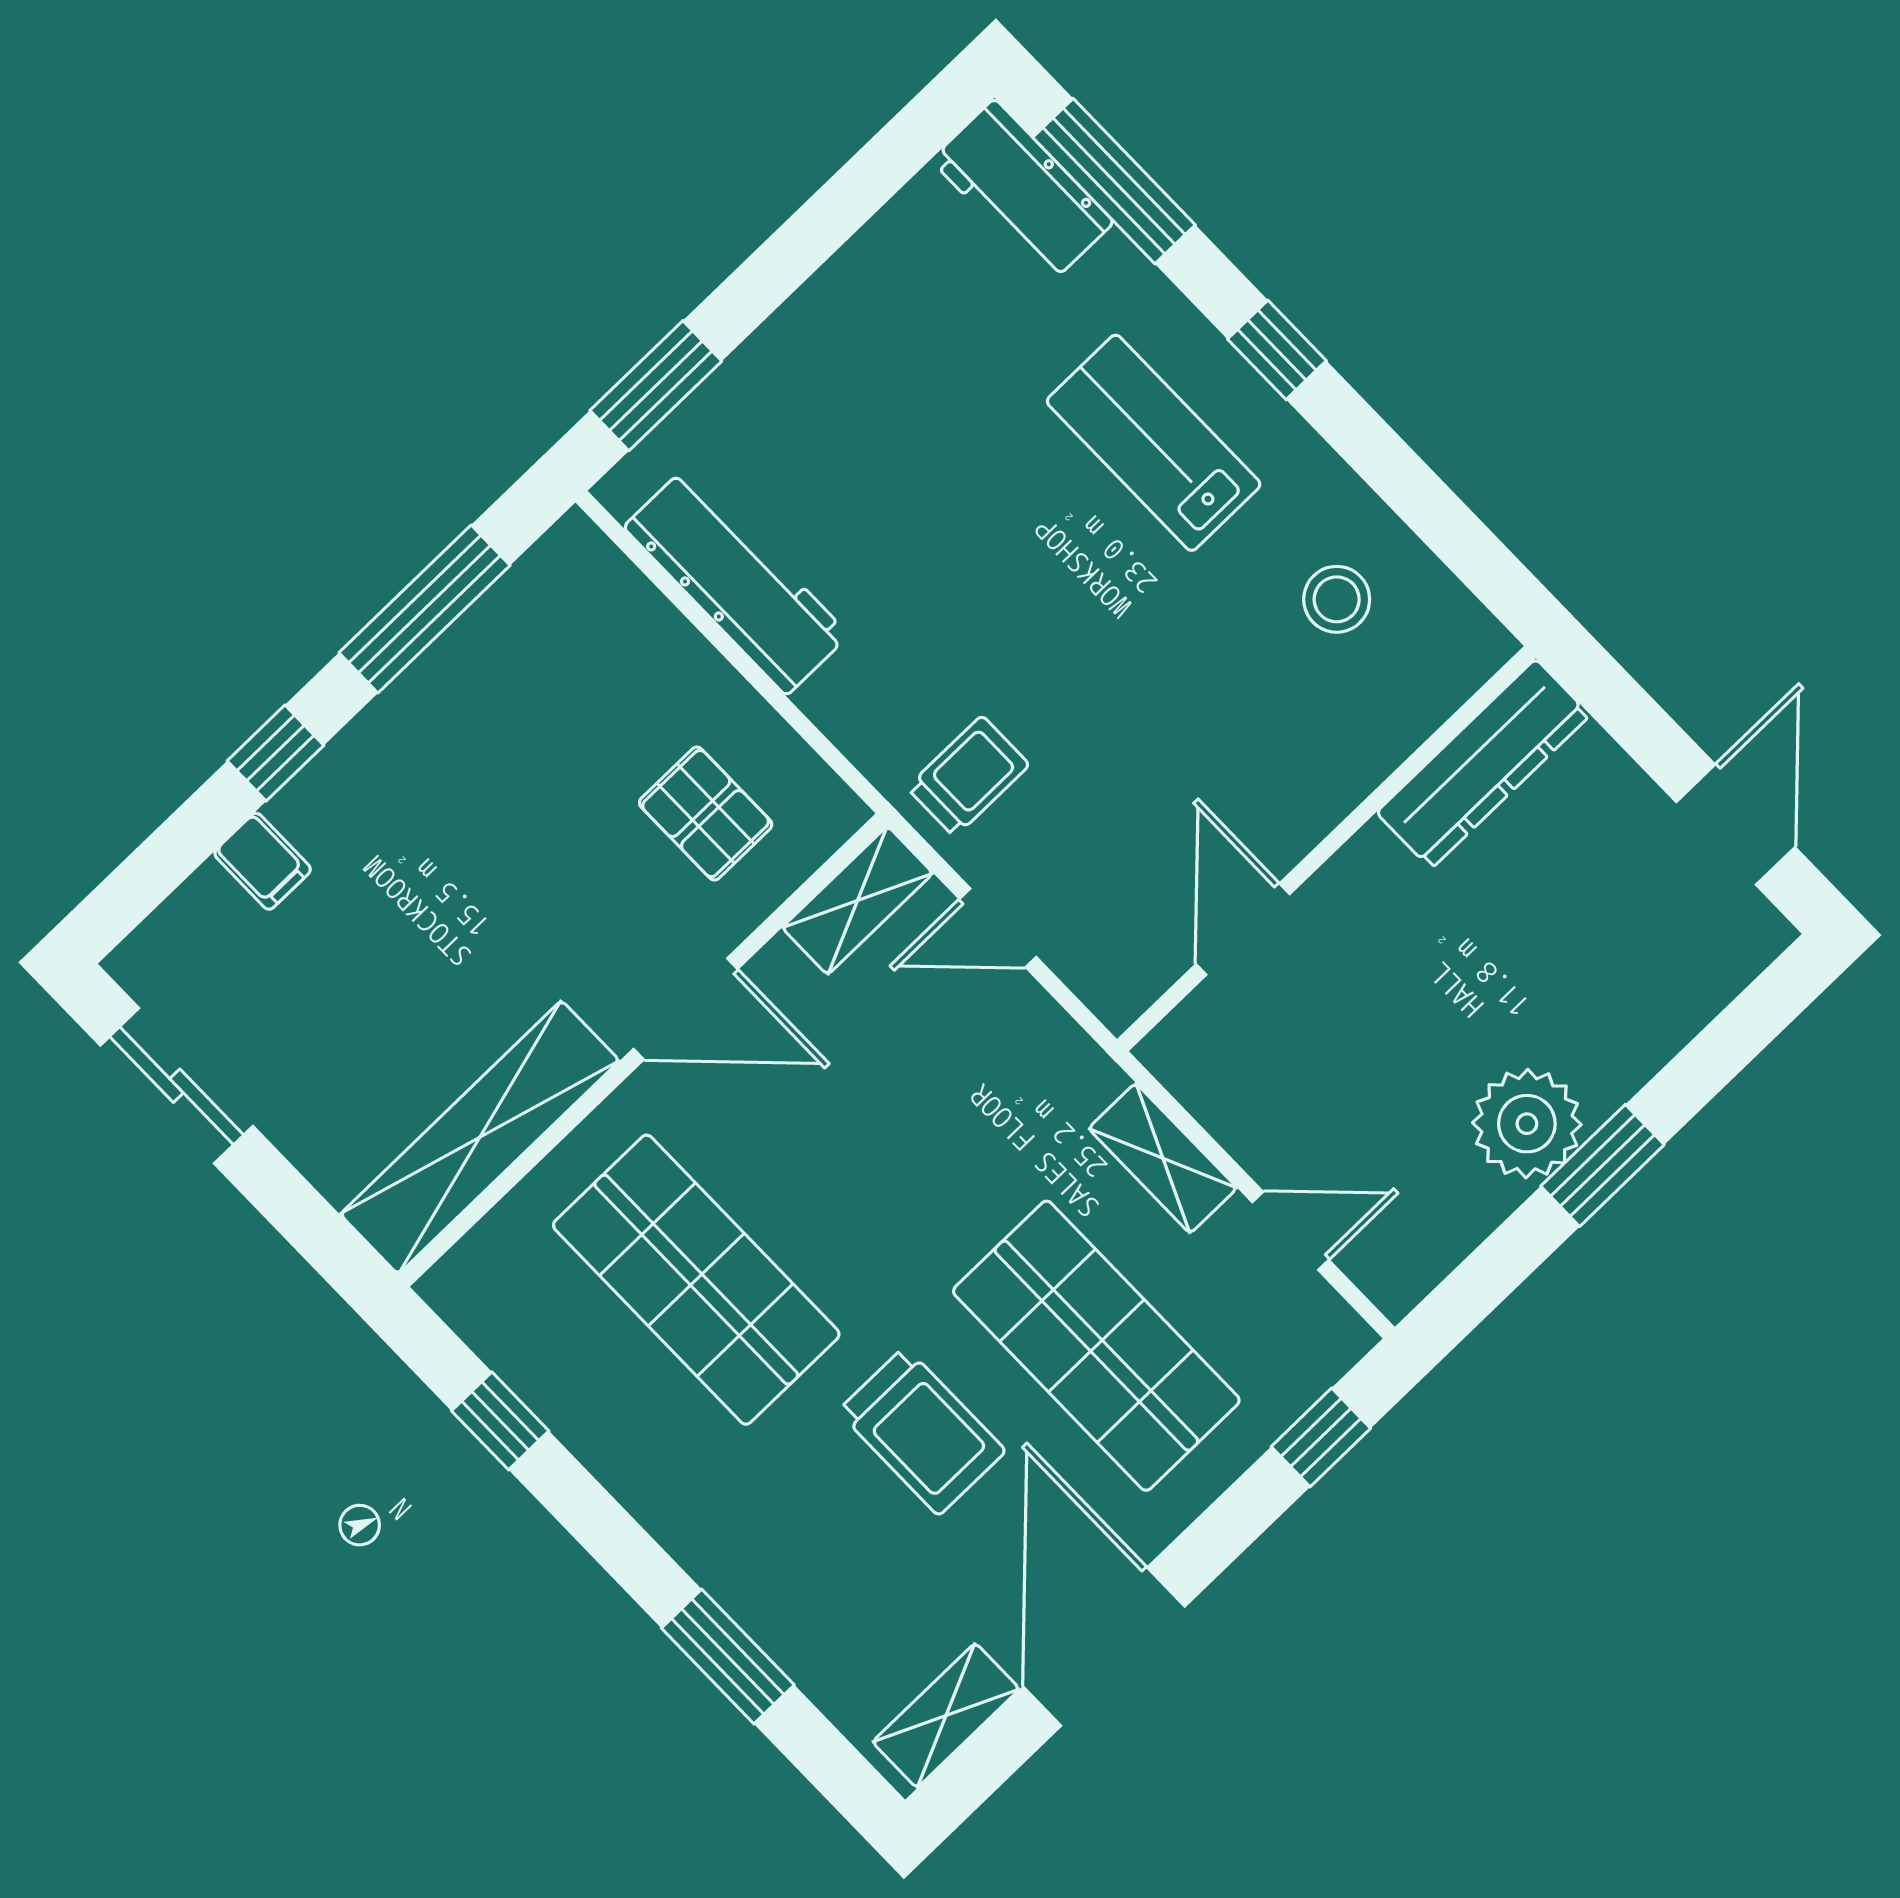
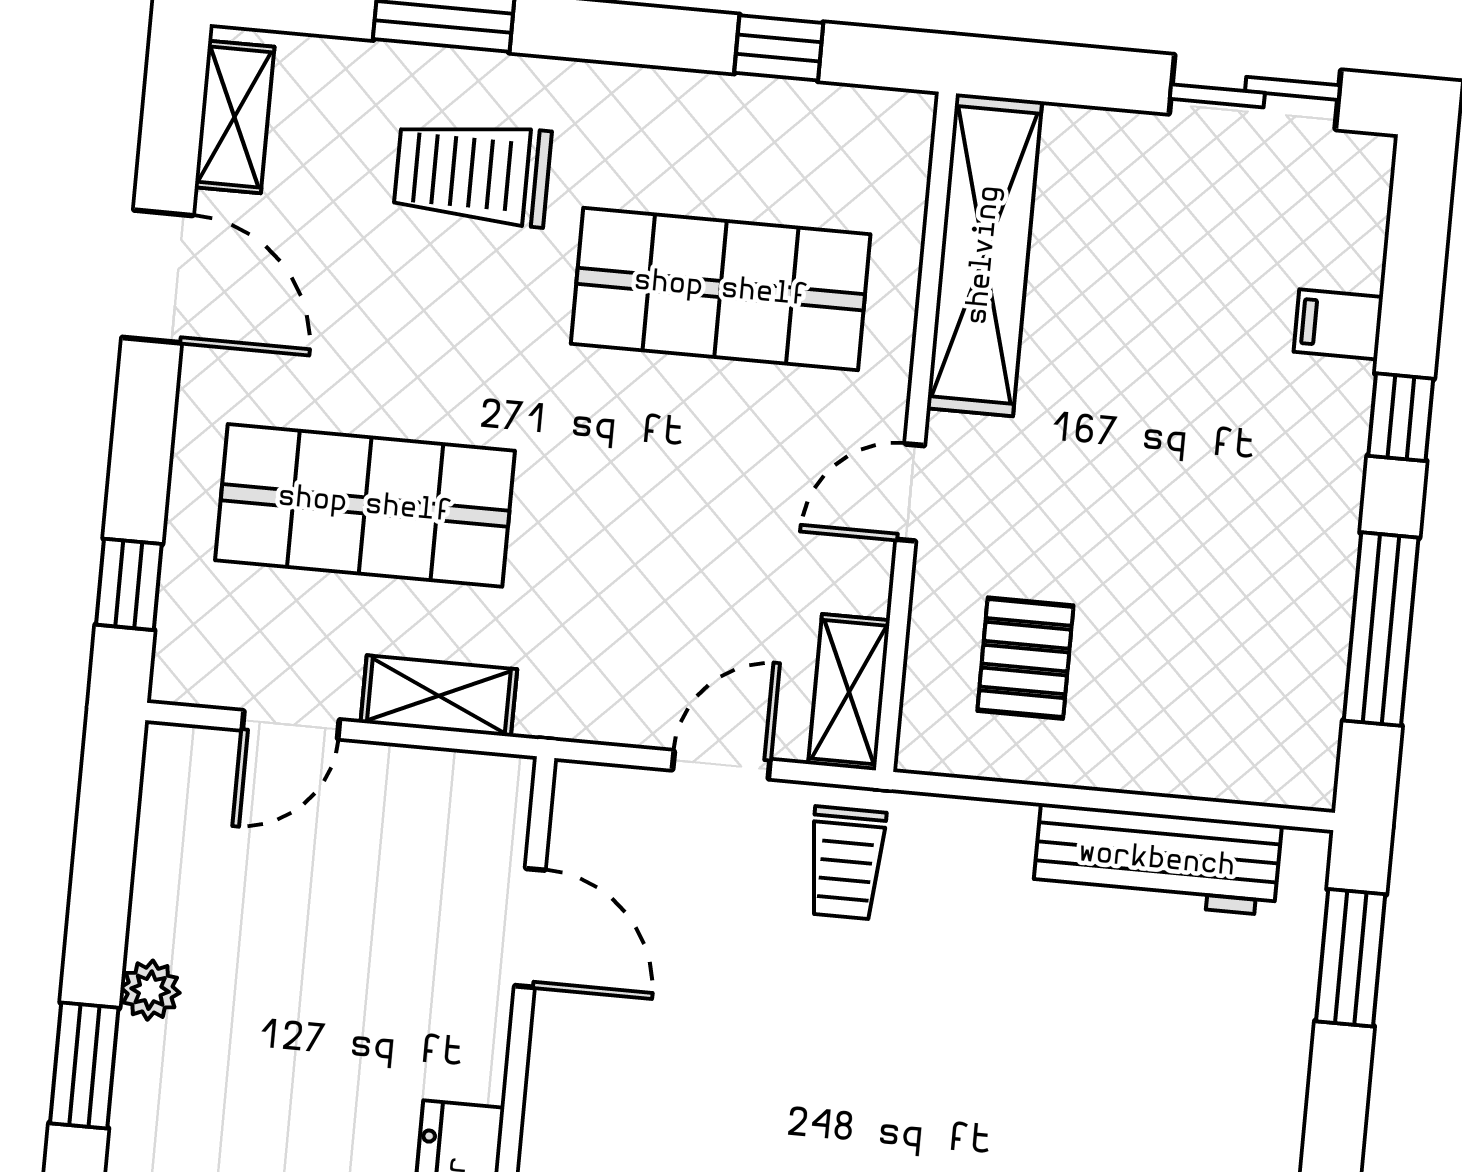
pallet: (706, 814) -> (1025, 658), turned 90
door: (685, 1009) -> (910, 493), width x0.73
plant: (1527, 1124) -> (150, 990), width x0.53, depth x0.53
window: (1602, 1165) -> (84, 1066), moved
trolley: (922, 1431) -> (472, 173), moved
door: (1104, 1647) -> (157, 276), width x0.73

